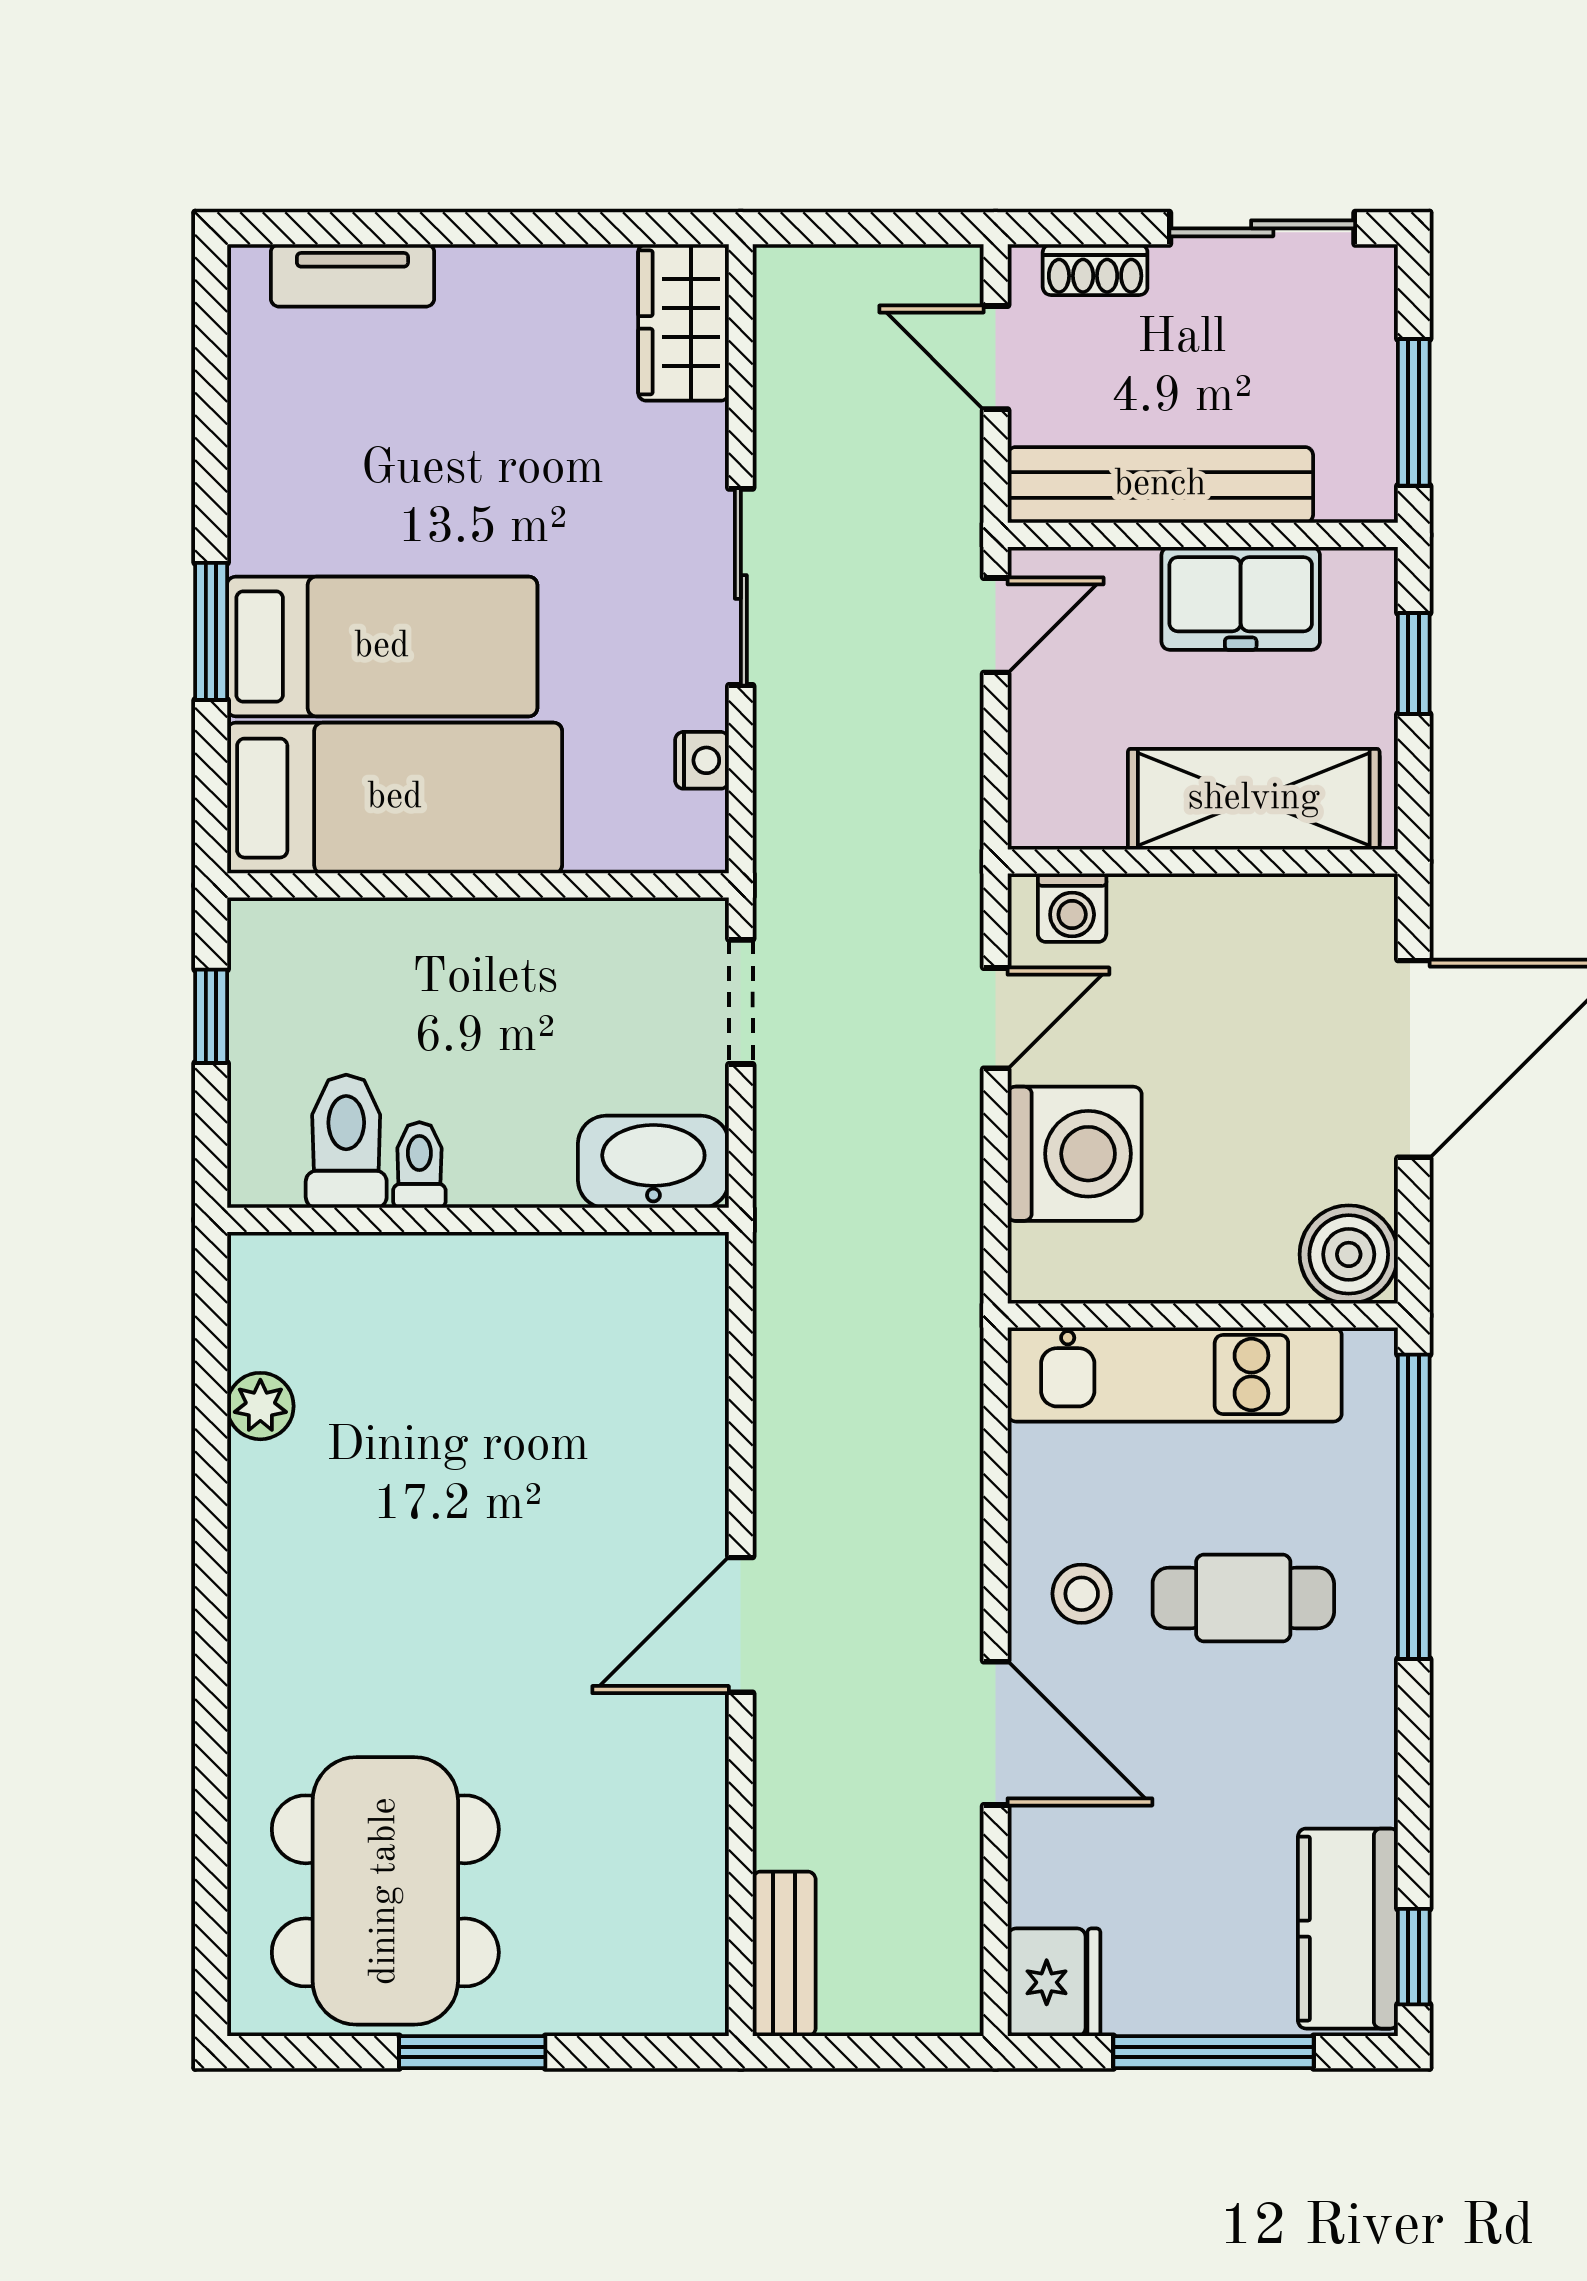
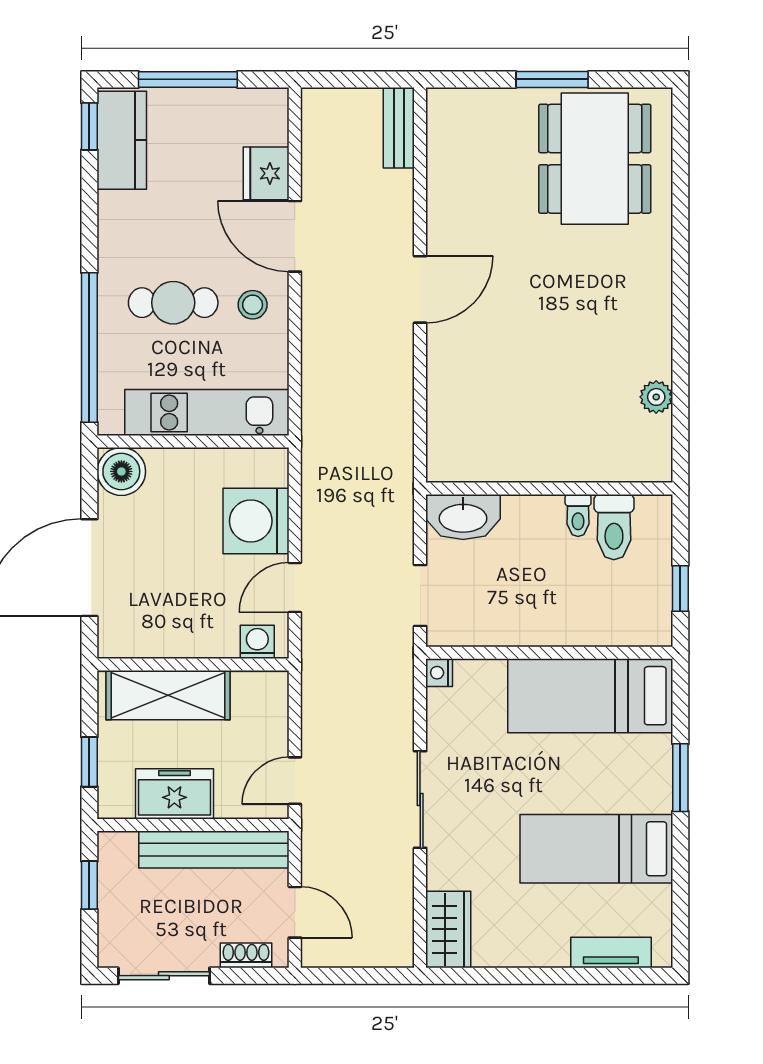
window: (1414, 412) -> (89, 885), width x0.67
bed: (382, 647) -> (596, 849), moved
nightstand: (702, 760) -> (439, 673), moved
fridge: (1054, 1982) -> (266, 173), moved

